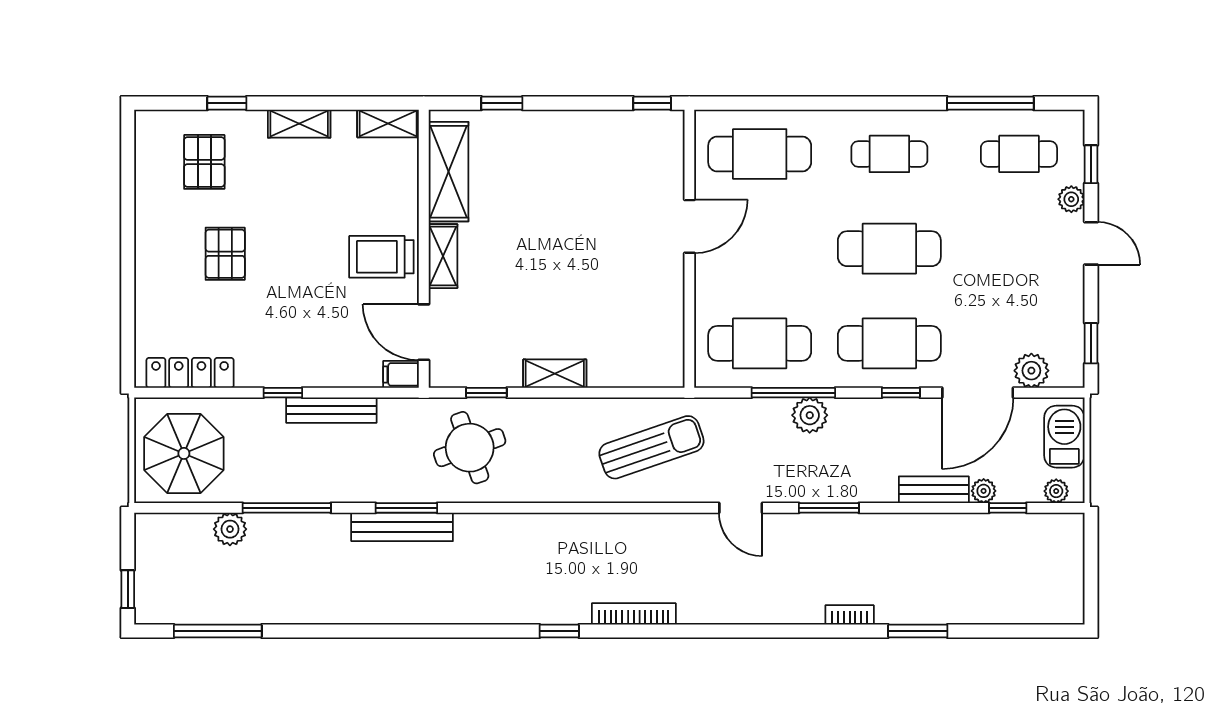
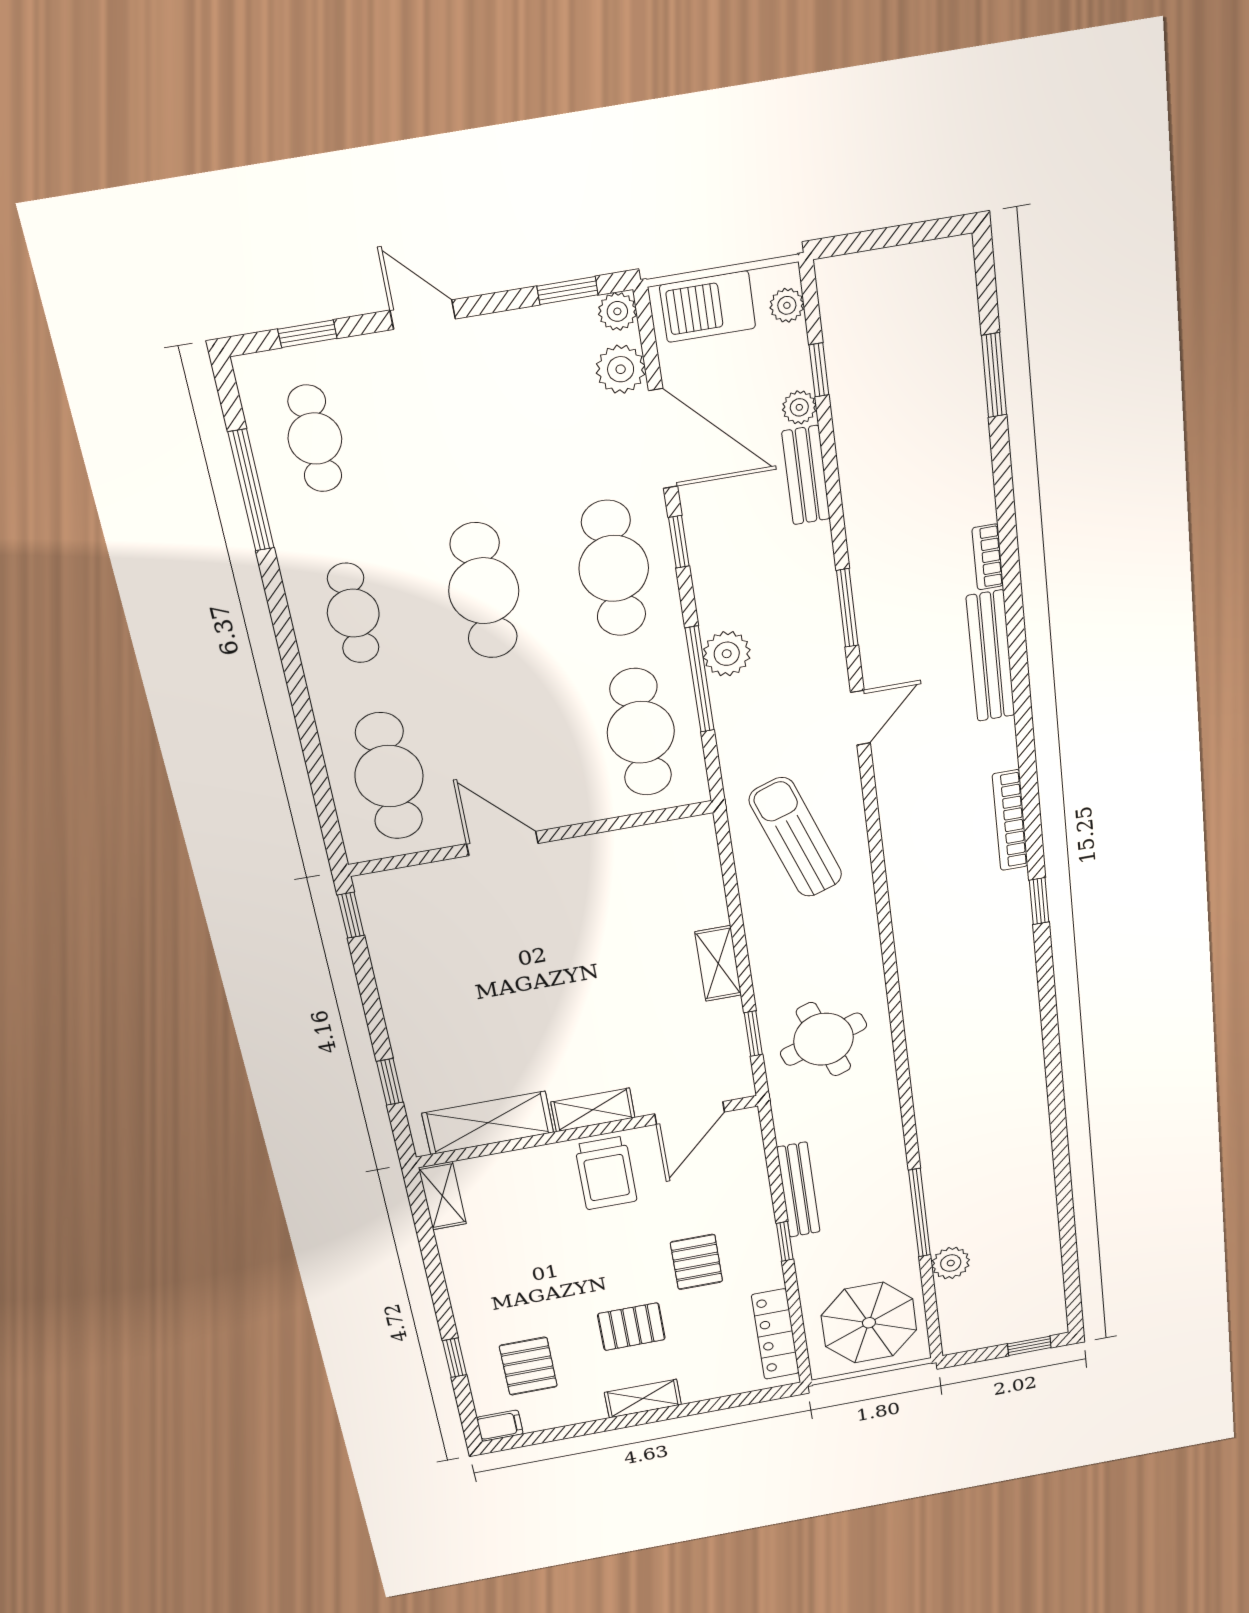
shelving: (299, 124) -> (643, 1399), moved, turned 90
pallet: (204, 162) -> (528, 1366), turned 90
plant: (1071, 199) -> (617, 311), moved
door: (1091, 243) -> (423, 315), hinge flipped
pallet: (279, 317) -> (696, 1262), added
filing cabinet: (401, 374) -> (500, 1426), moved, turned -90
window: (406, 508) -> (905, 1092), removed
bench: (402, 527) -> (991, 656), moved
window: (218, 631) -> (1069, 1253), removed
window: (918, 631) -> (994, 375), moved

